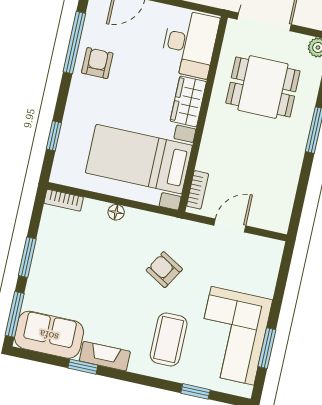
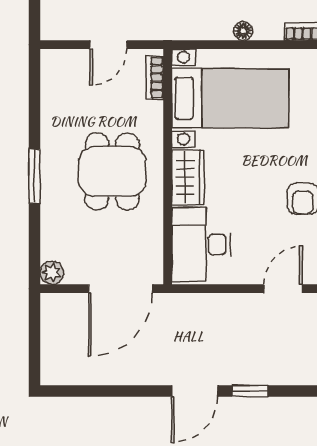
dining table: (263, 87) -> (112, 171), moved, turned 90

